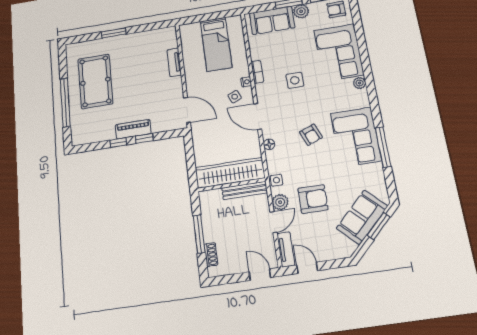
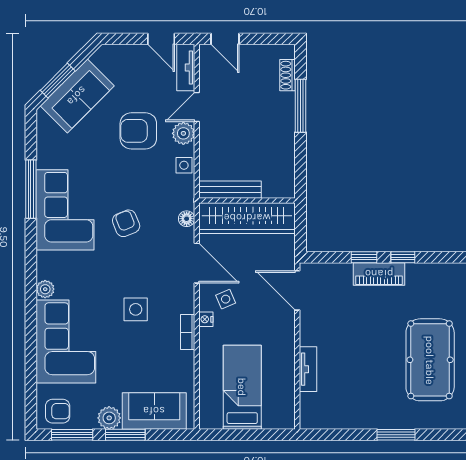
wardrobe: (230, 173) -> (247, 218), moved
wall: (232, 185) -> (247, 200), moved
bench: (245, 190) -> (230, 190), moved

